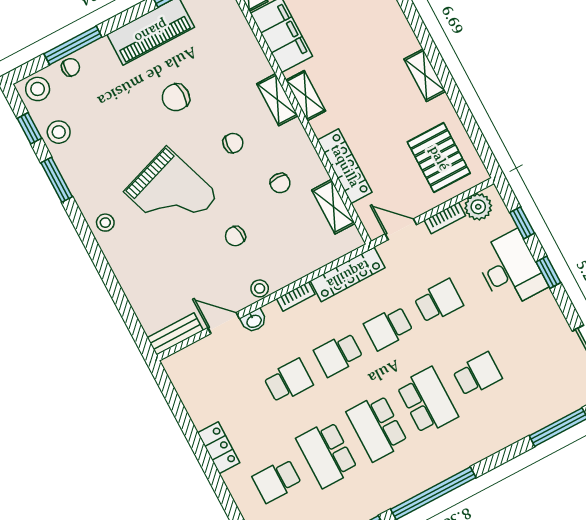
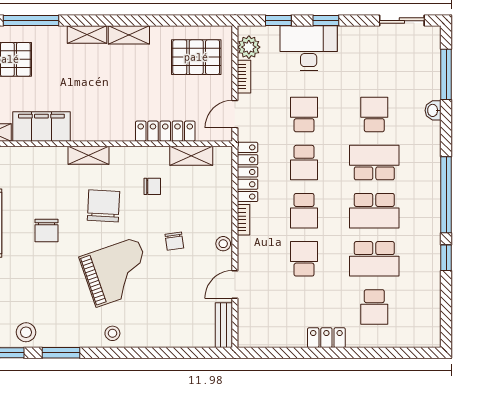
shelving: (306, 96) -> (87, 34), moved
chair: (233, 143) -> (104, 206), width x1.87, depth x1.87
washbasin: (254, 321) -> (433, 110), moved, turned 180

